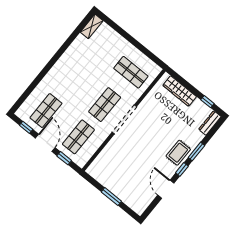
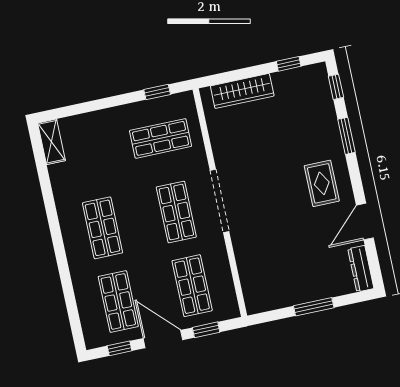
window: (150, 55) -> (157, 92), added
shop shelf: (72, 78) -> (103, 228), added
dresser: (210, 123) -> (361, 269), moved
rug: (178, 153) -> (322, 183), moved
window: (182, 169) -> (336, 87), moved
door: (166, 189) -> (365, 222), hinge flipped

